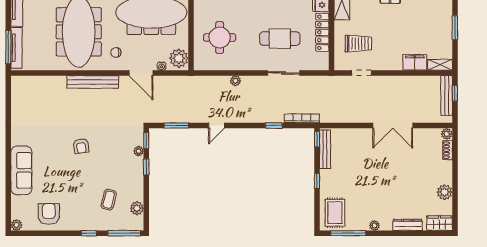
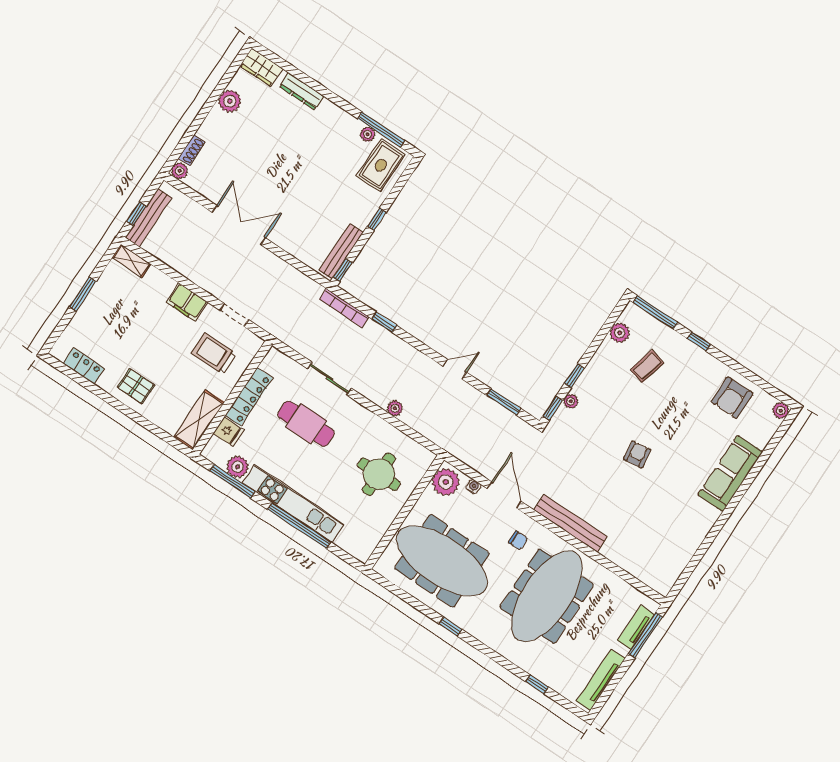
tv unit: (16, 48) -> (636, 627), width x0.71
filing cabinet: (415, 62) -> (187, 302), moved
plant: (375, 225) -> (368, 134), moved

